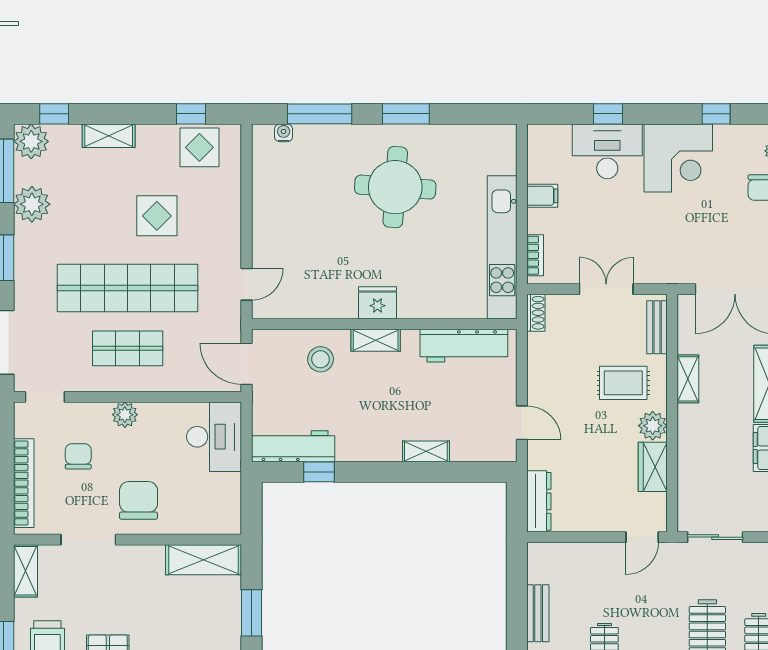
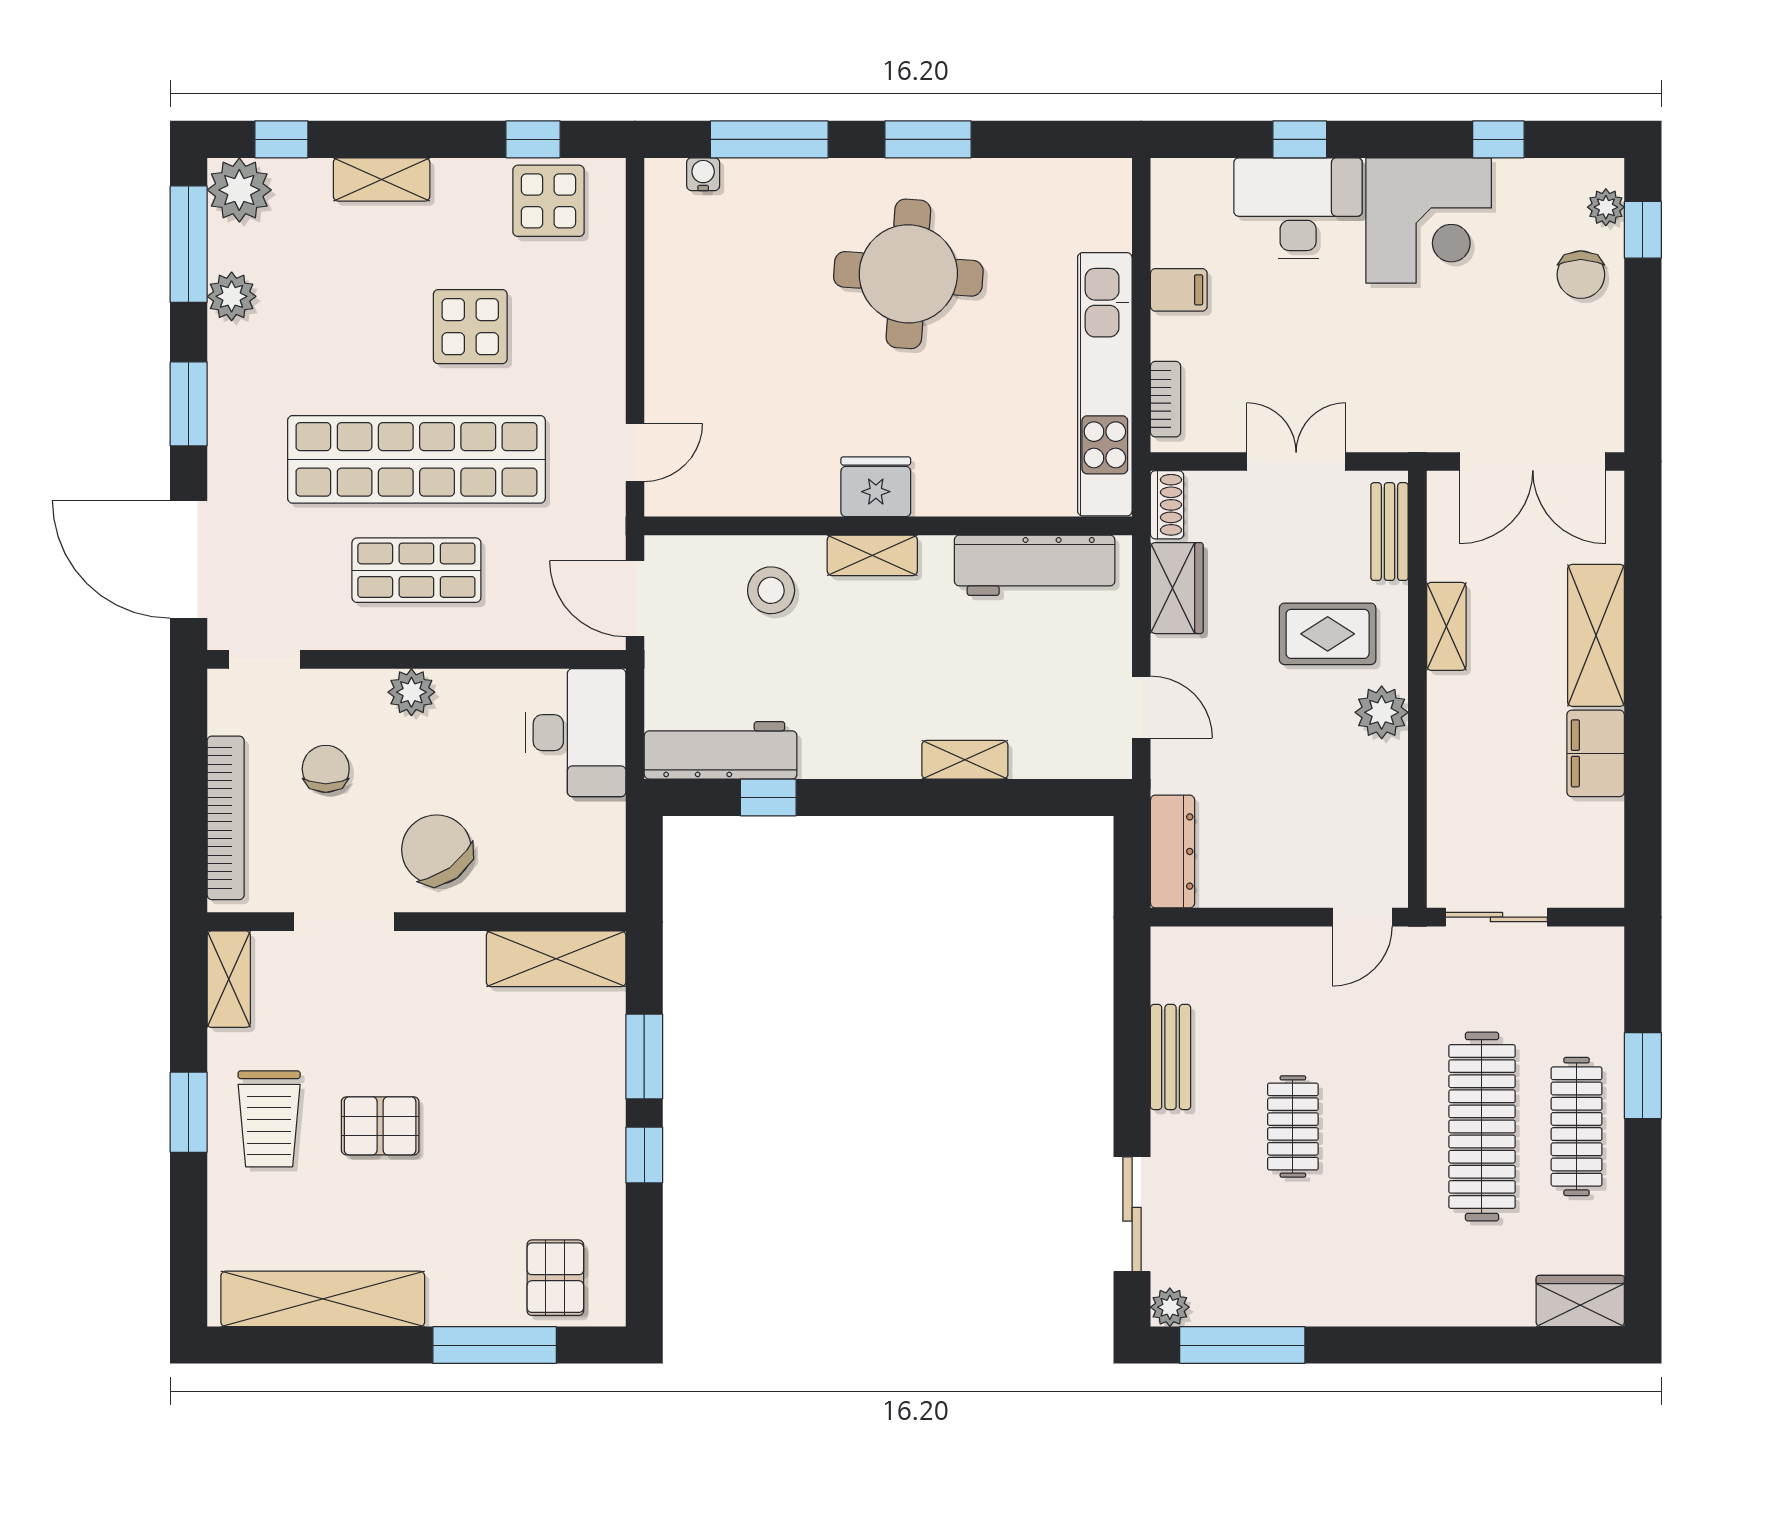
plant: (32, 204) -> (232, 296), width x0.73, depth x0.73
wardrobe: (653, 467) -> (1177, 588), moved, turned 180
chair: (139, 500) -> (437, 850), turned -36

